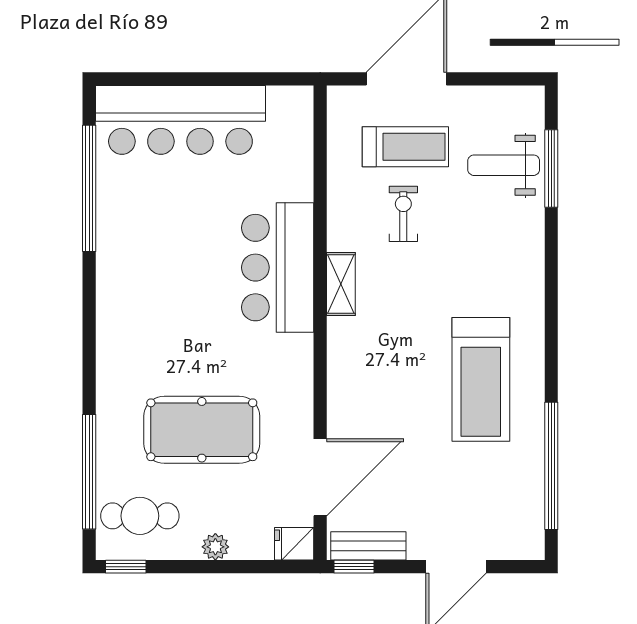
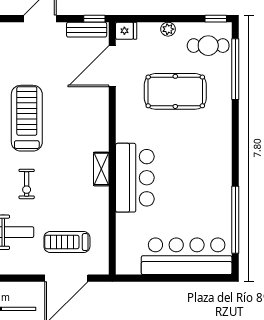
exercise bike: (403, 214) -> (27, 184), moved

